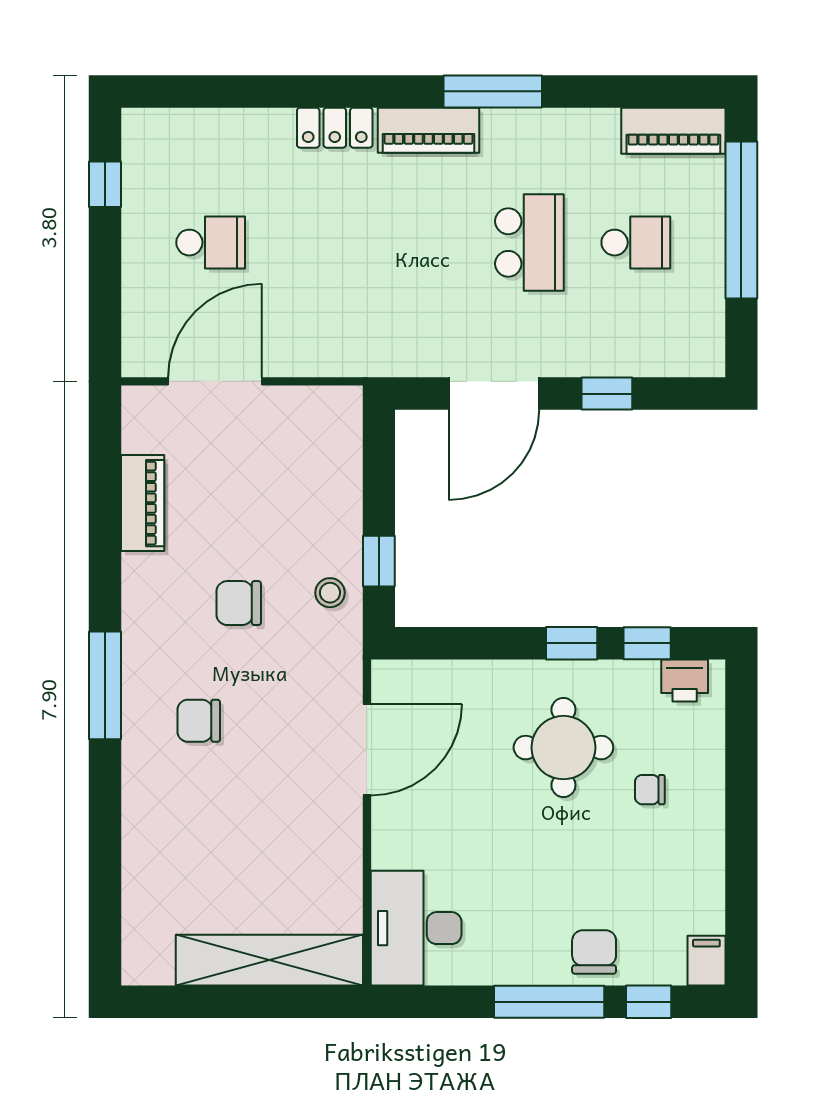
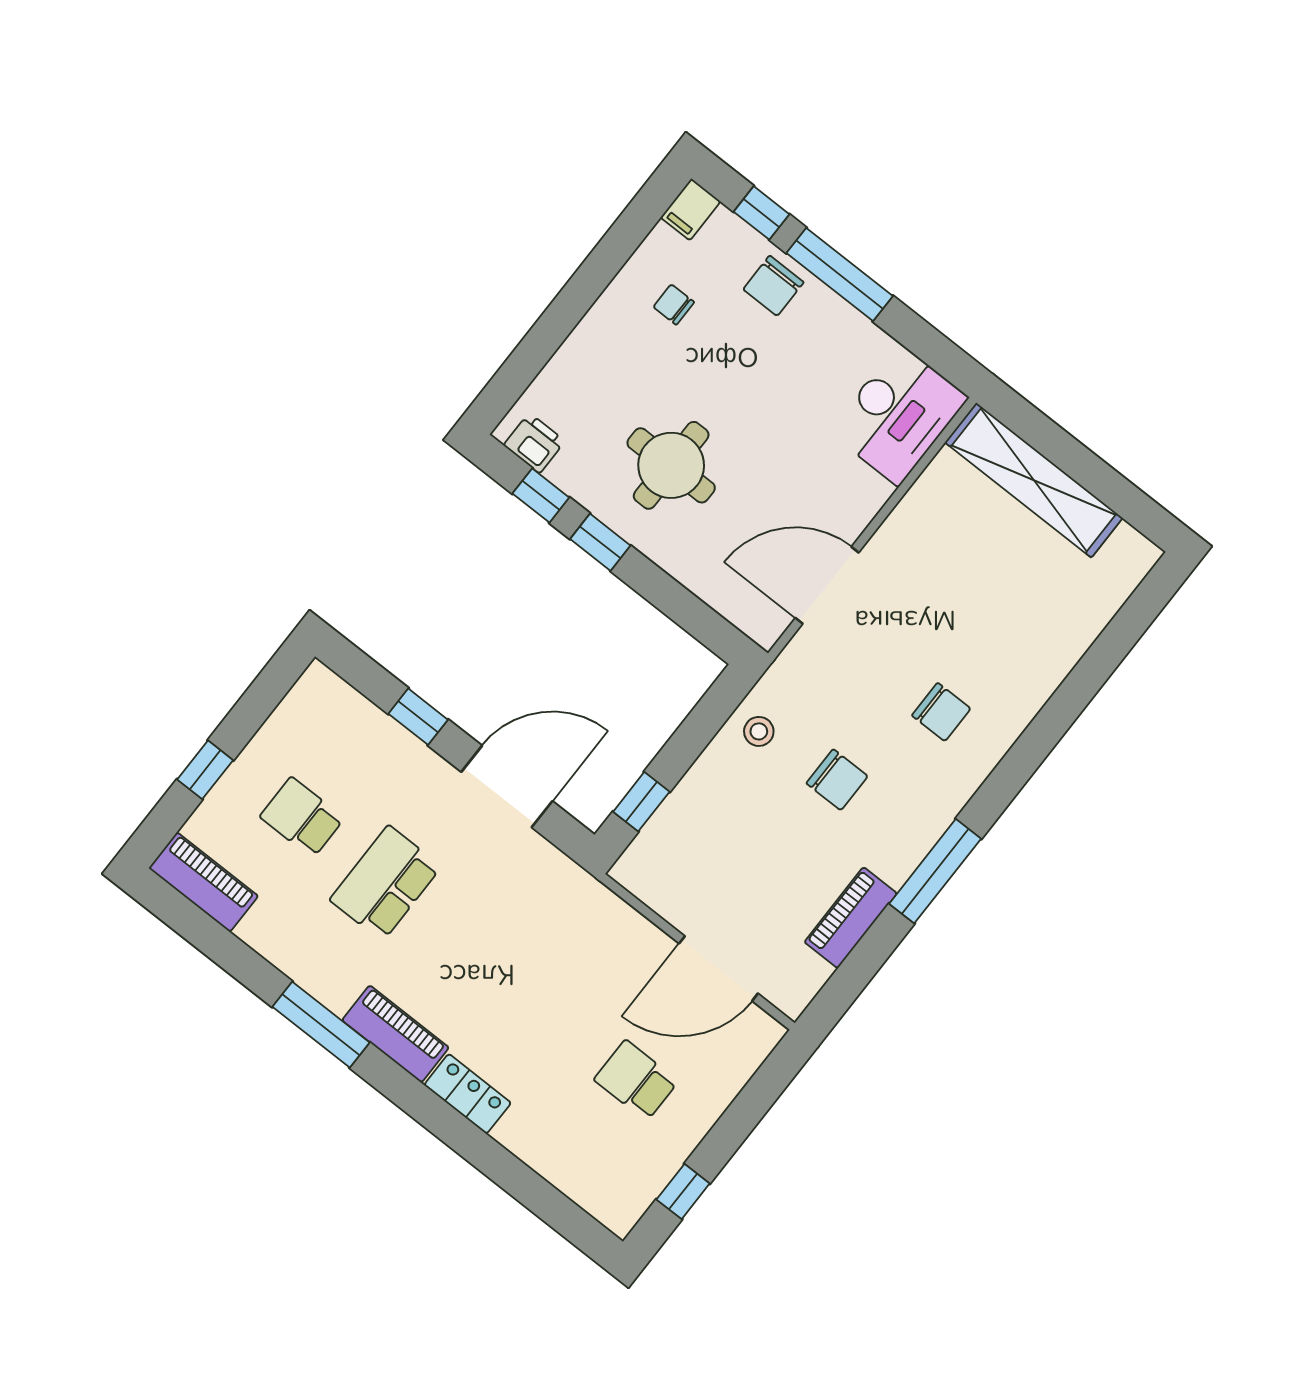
window: (741, 220) -> (205, 770), width x0.32
window: (379, 561) -> (641, 802), moved
window: (105, 685) -> (935, 871), moved
chair: (650, 790) -> (674, 305), moved, turned 180

